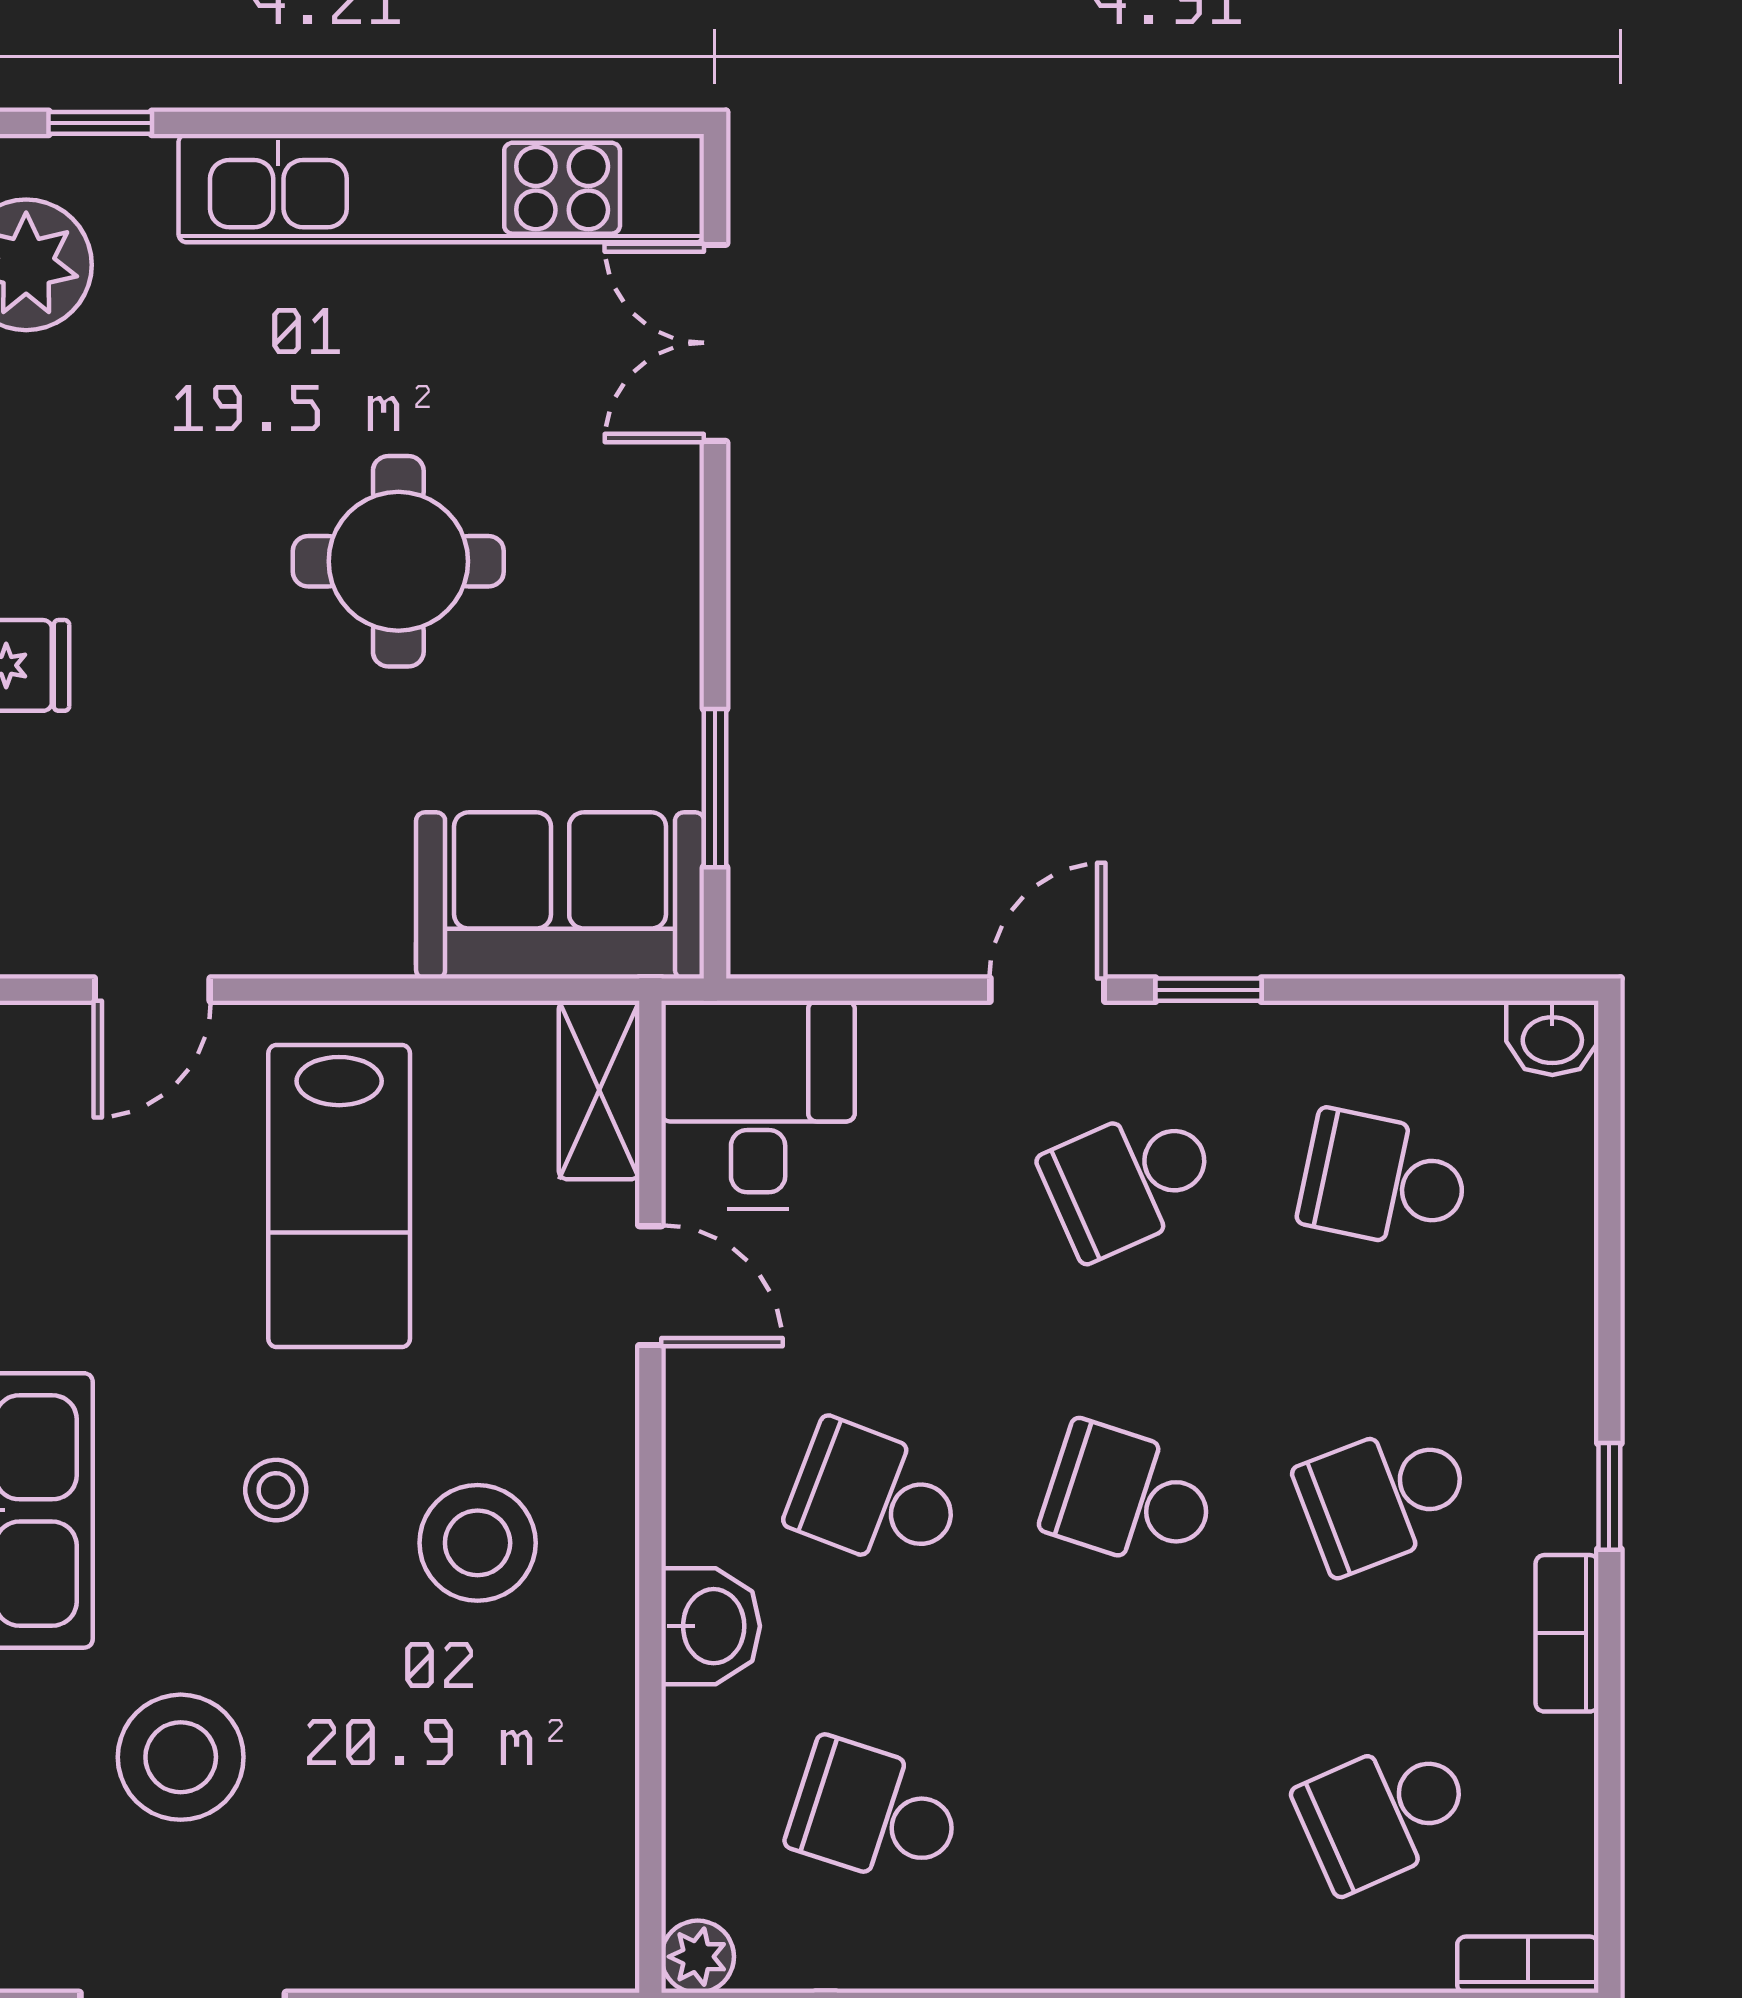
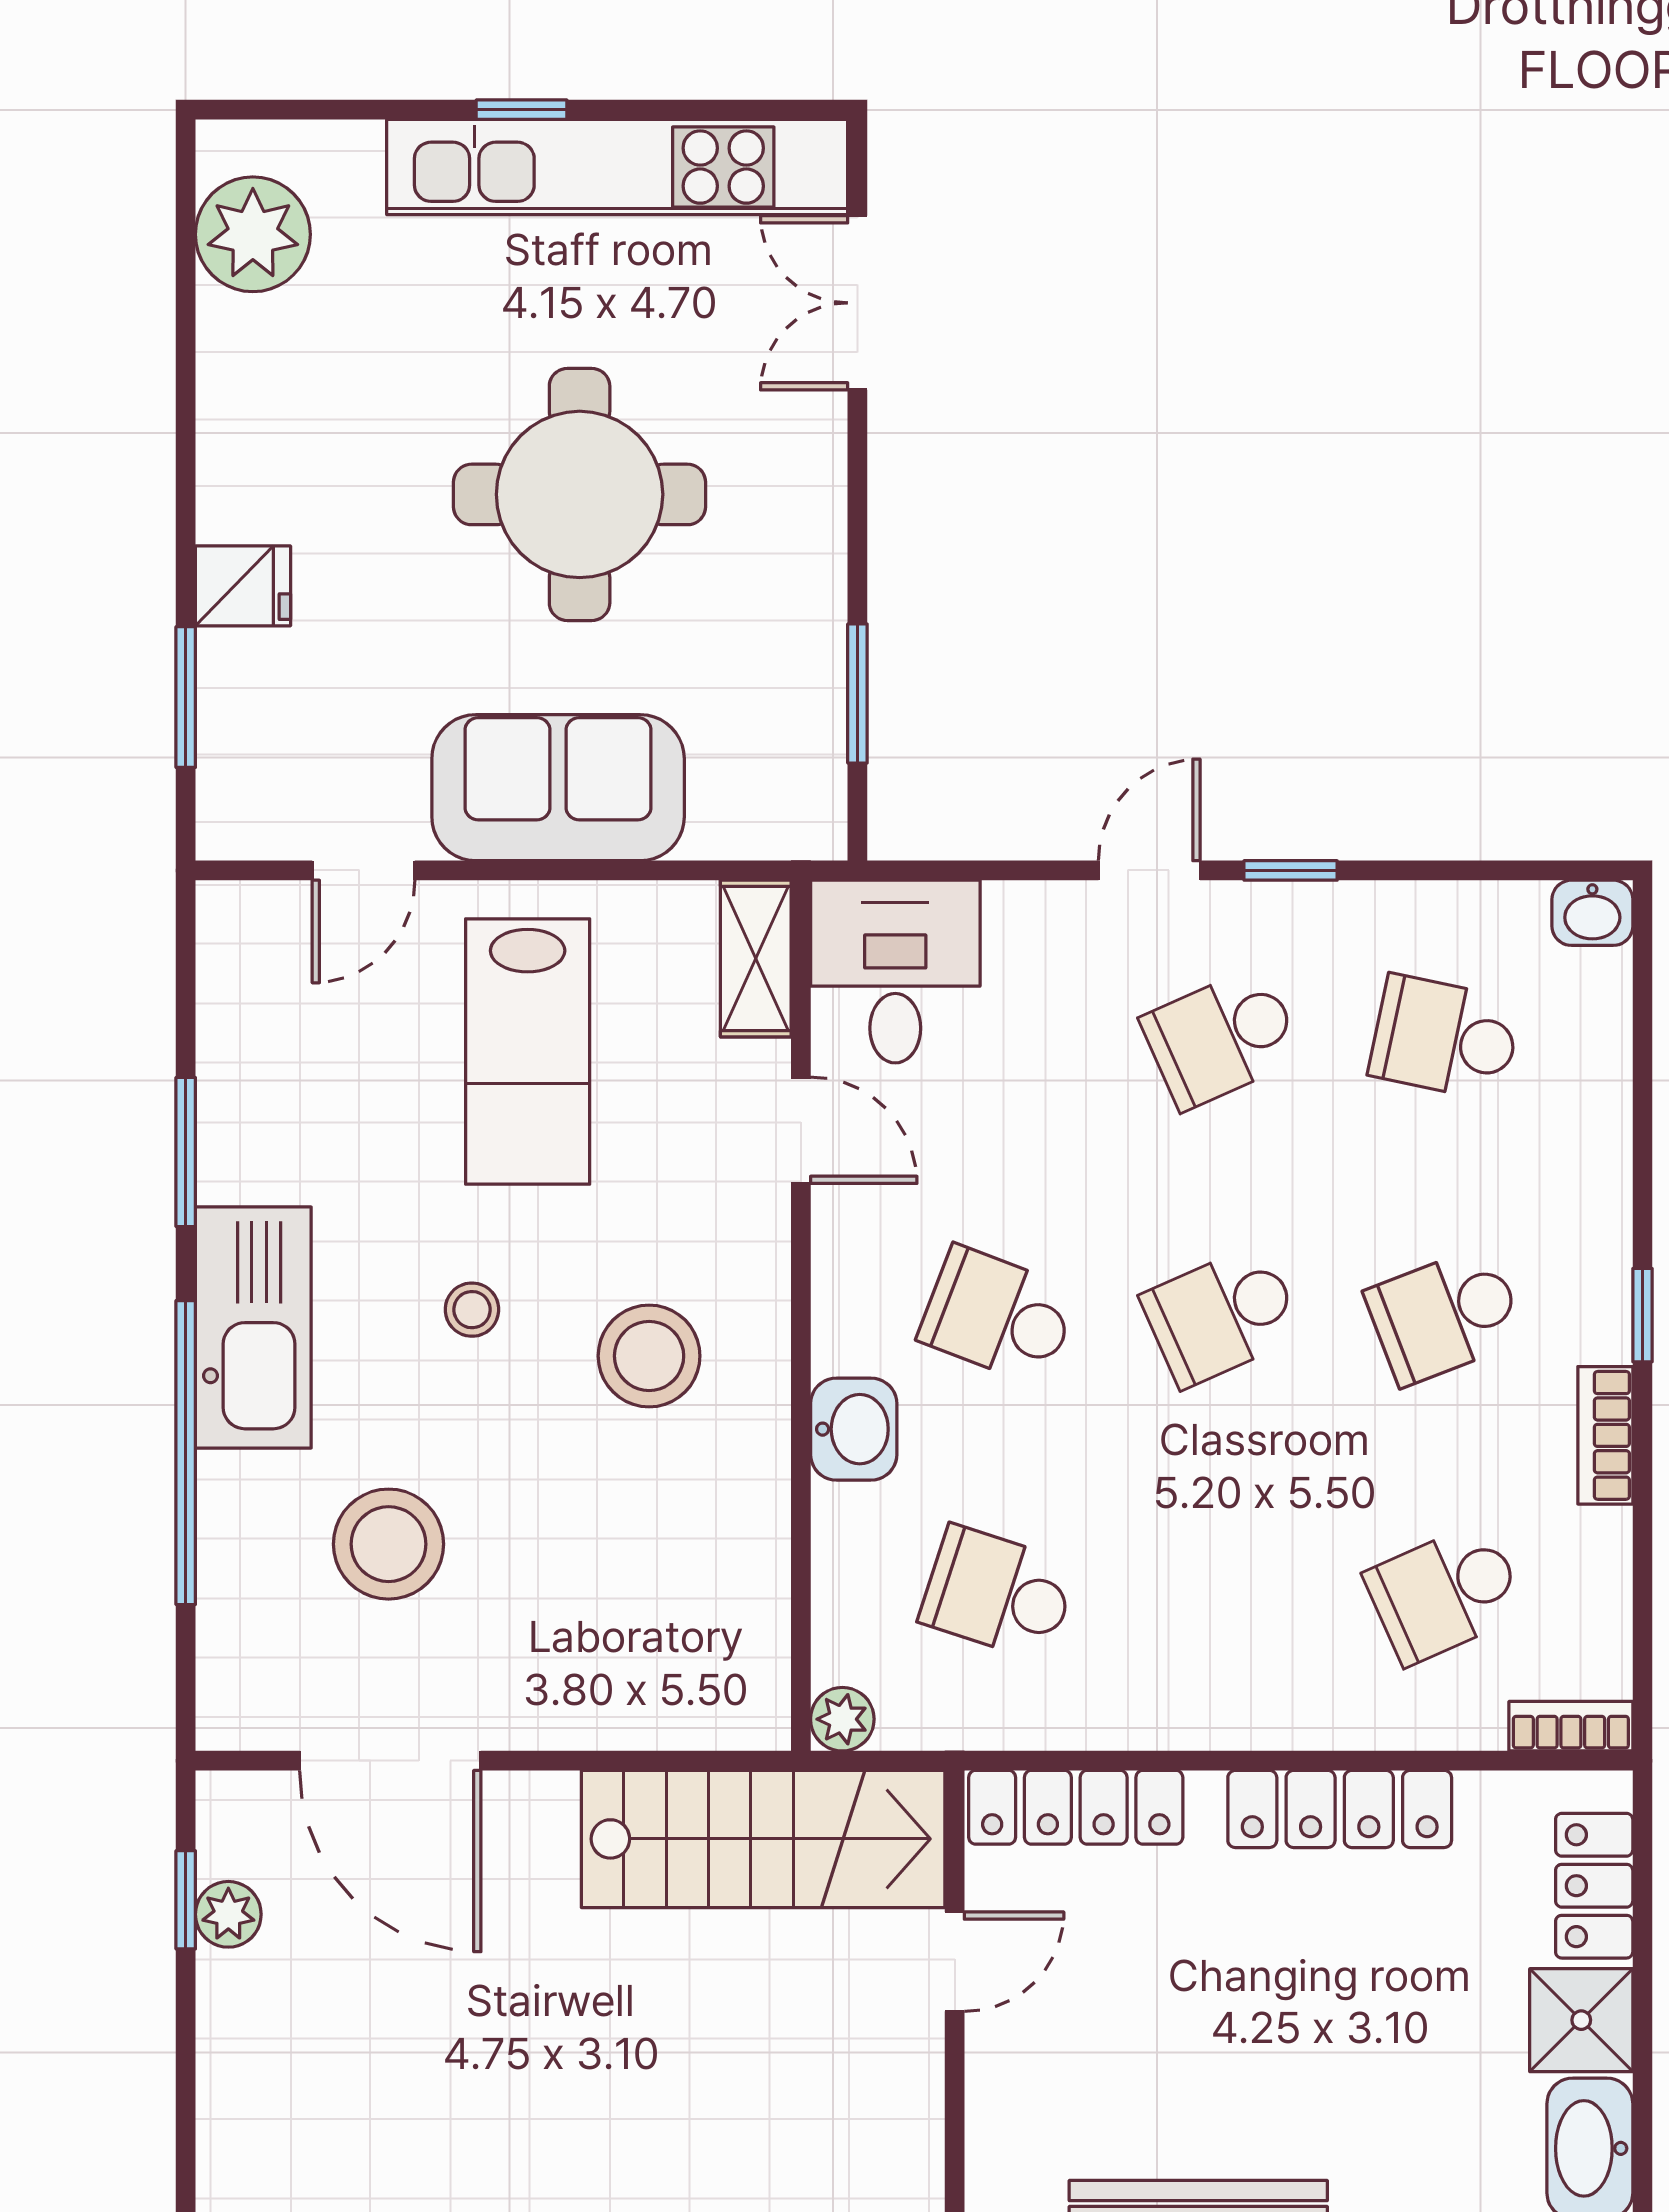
window: (100, 123) -> (522, 110), moved
round table: (398, 561) -> (580, 494), width x1.36, depth x1.36
sofa: (560, 895) -> (558, 788), moved
school desk: (1130, 1497) -> (1222, 1316), turned -42

